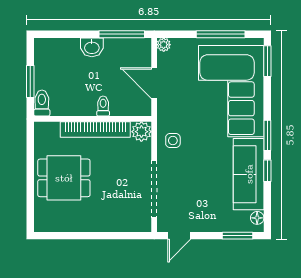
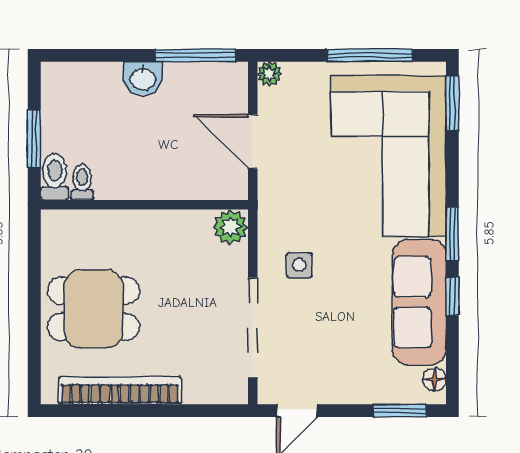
toilet: (103, 106) -> (82, 182), moved
bookcase: (95, 129) -> (120, 390), moved, turned 180
side table: (173, 141) -> (299, 265), moved

